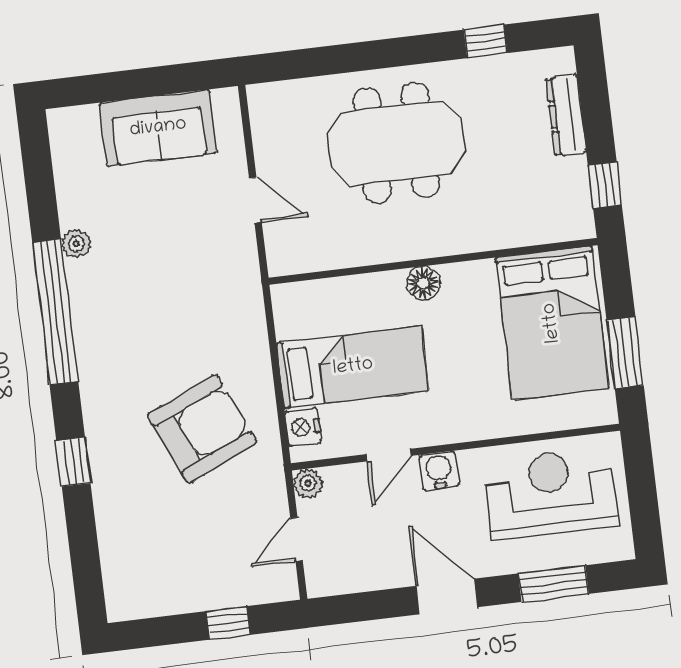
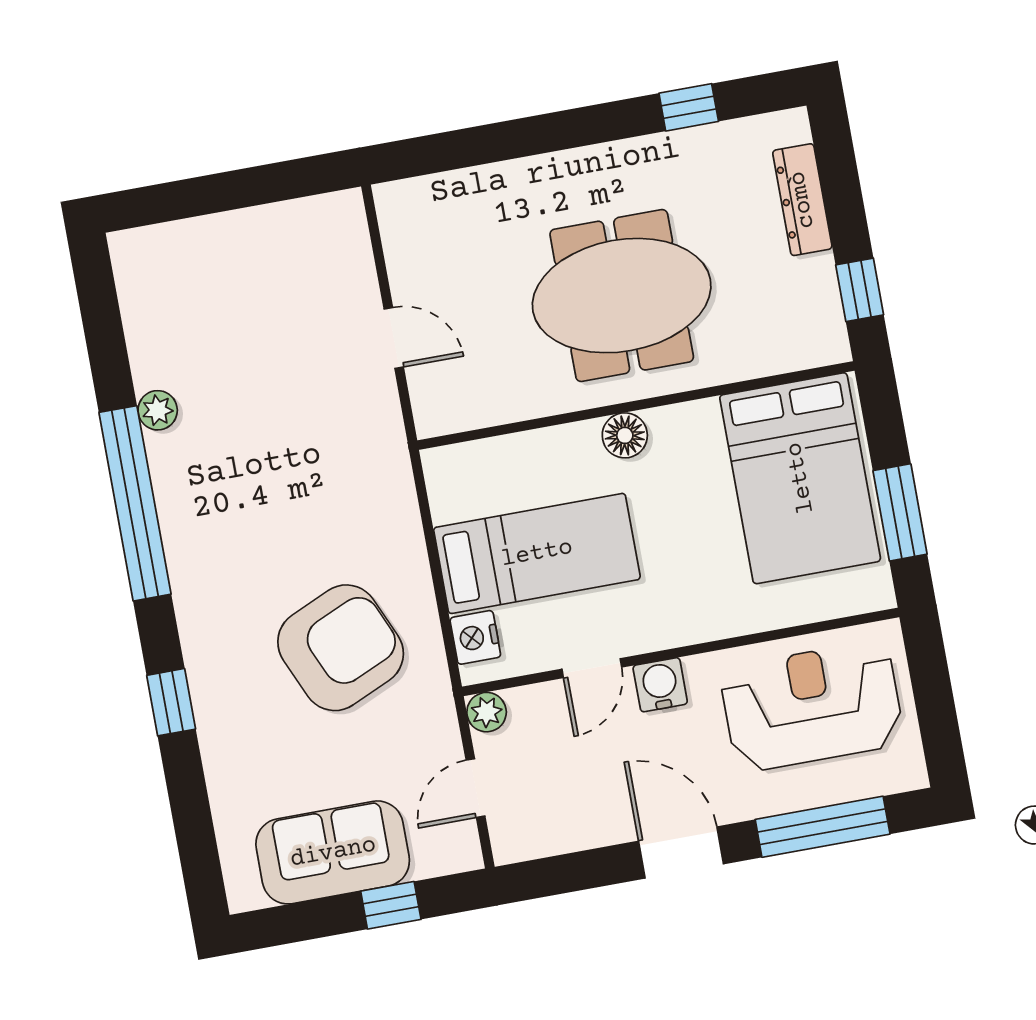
sofa: (158, 128) -> (333, 852), moved, turned 180
meeting table: (396, 143) -> (622, 296), moved
window: (553, 584) -> (823, 827), width x1.44

